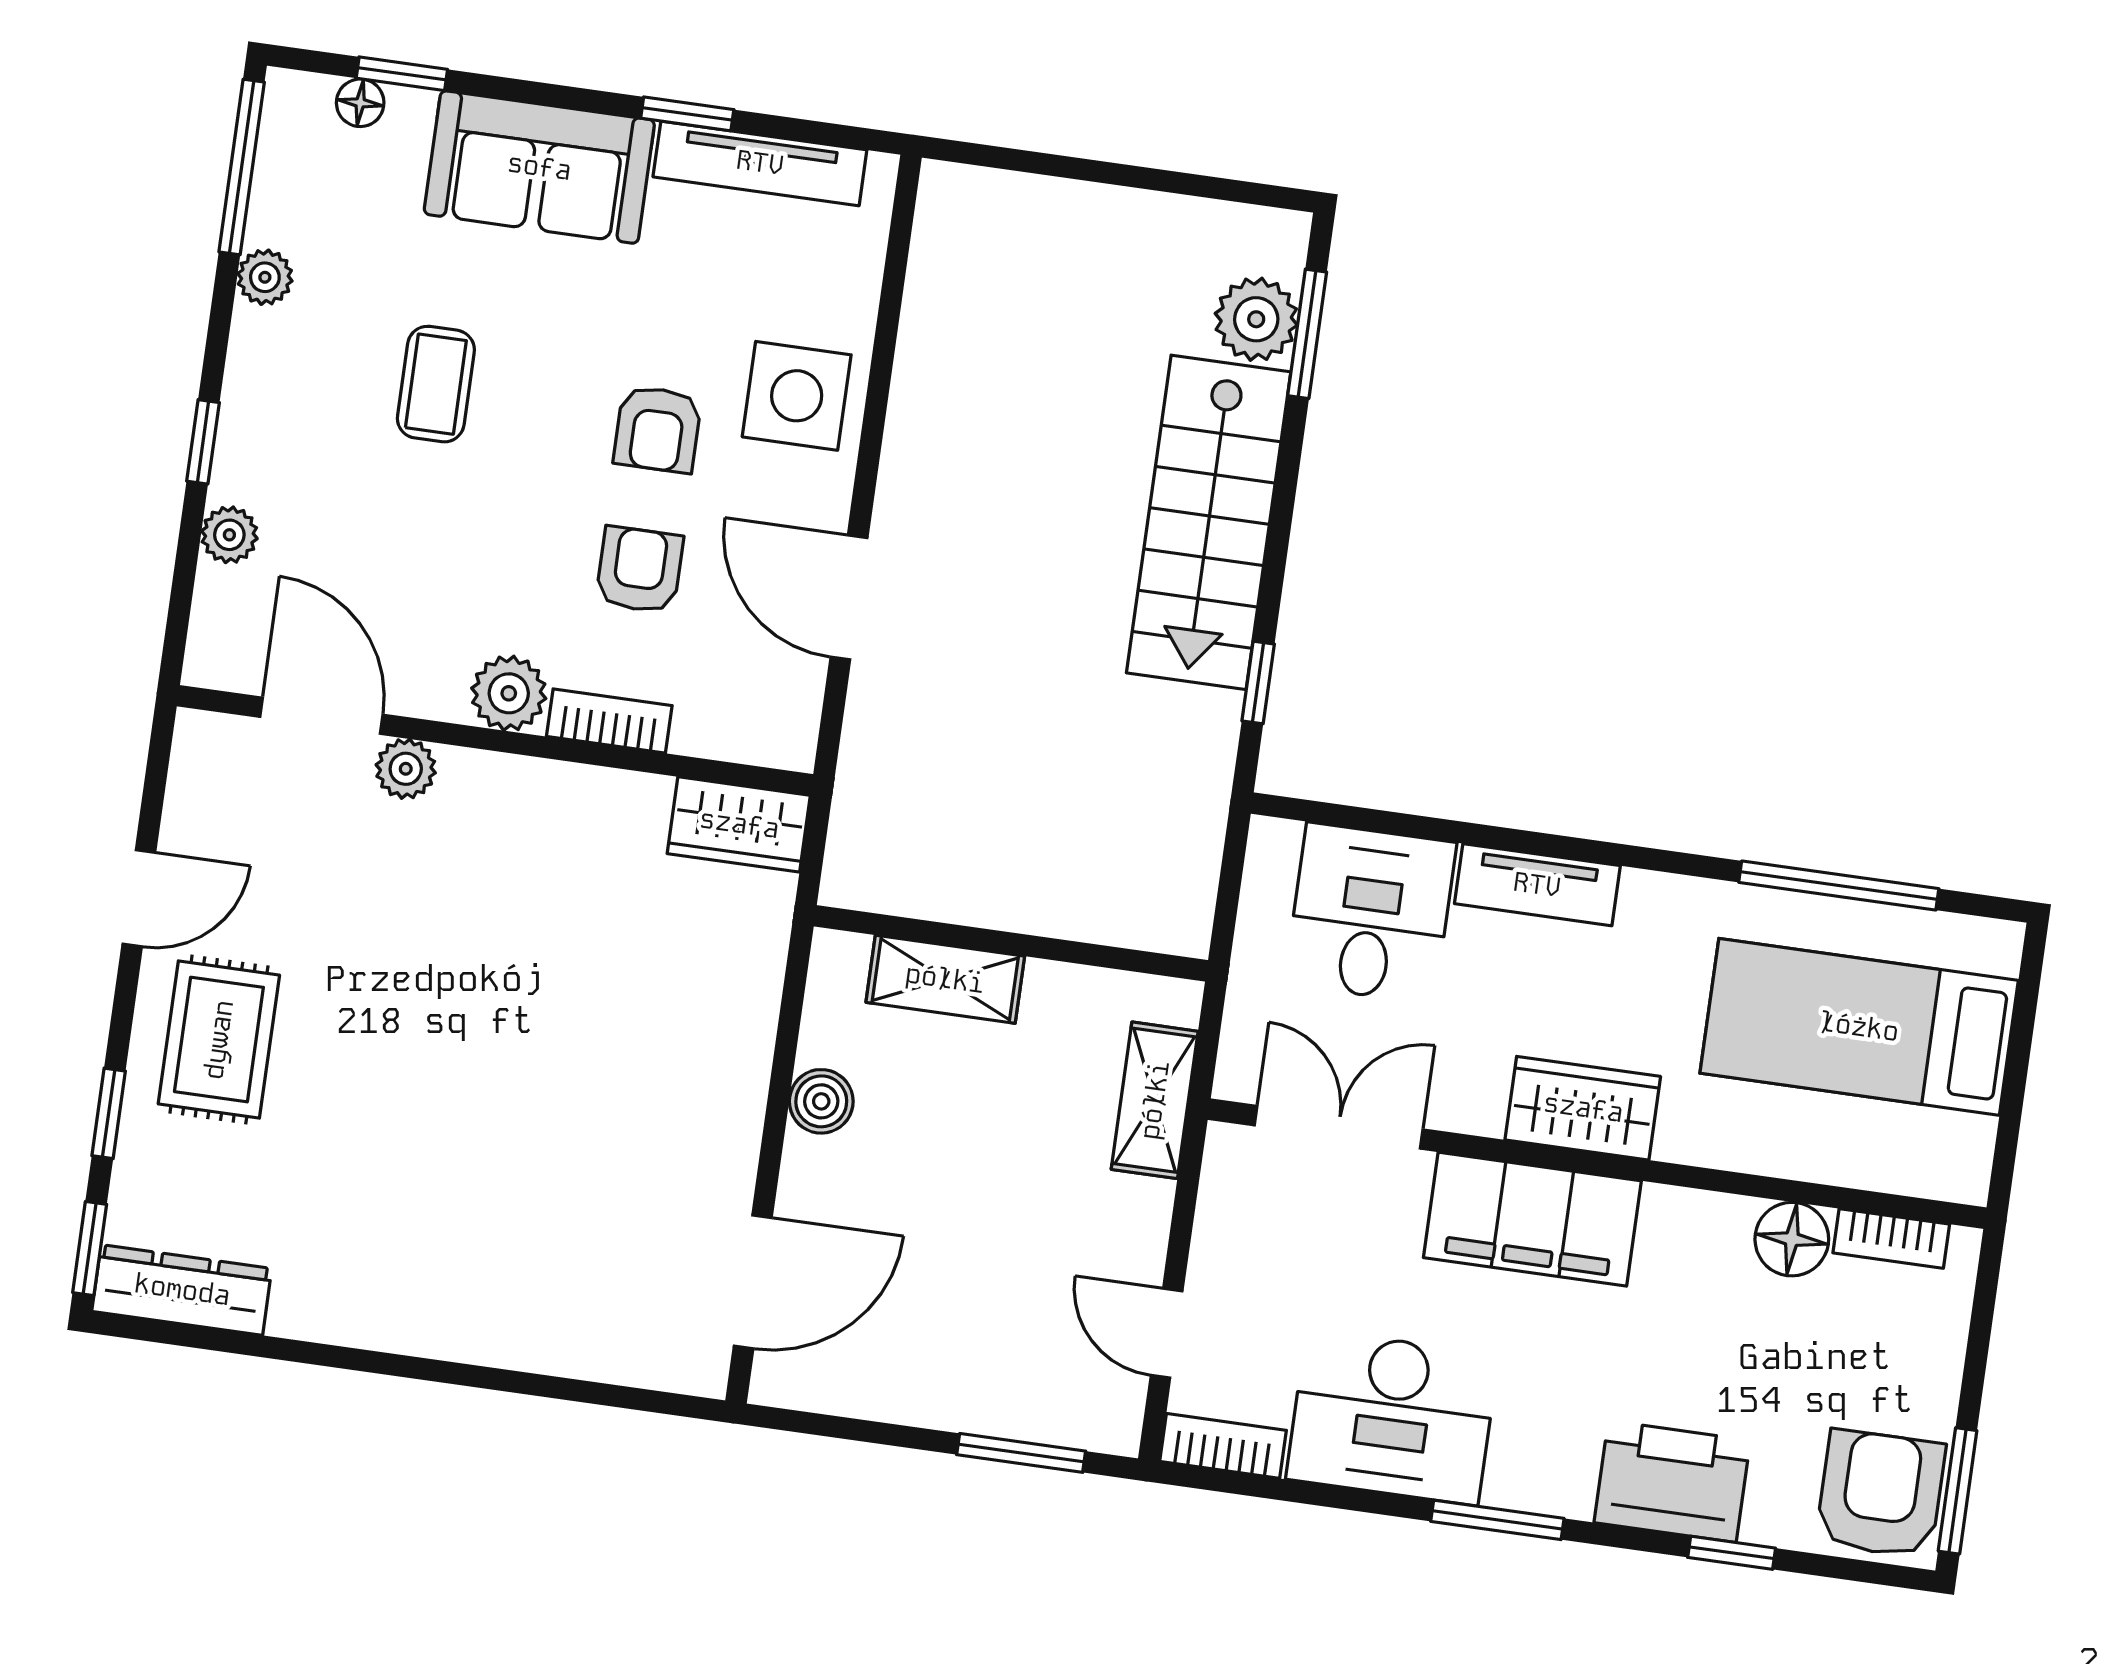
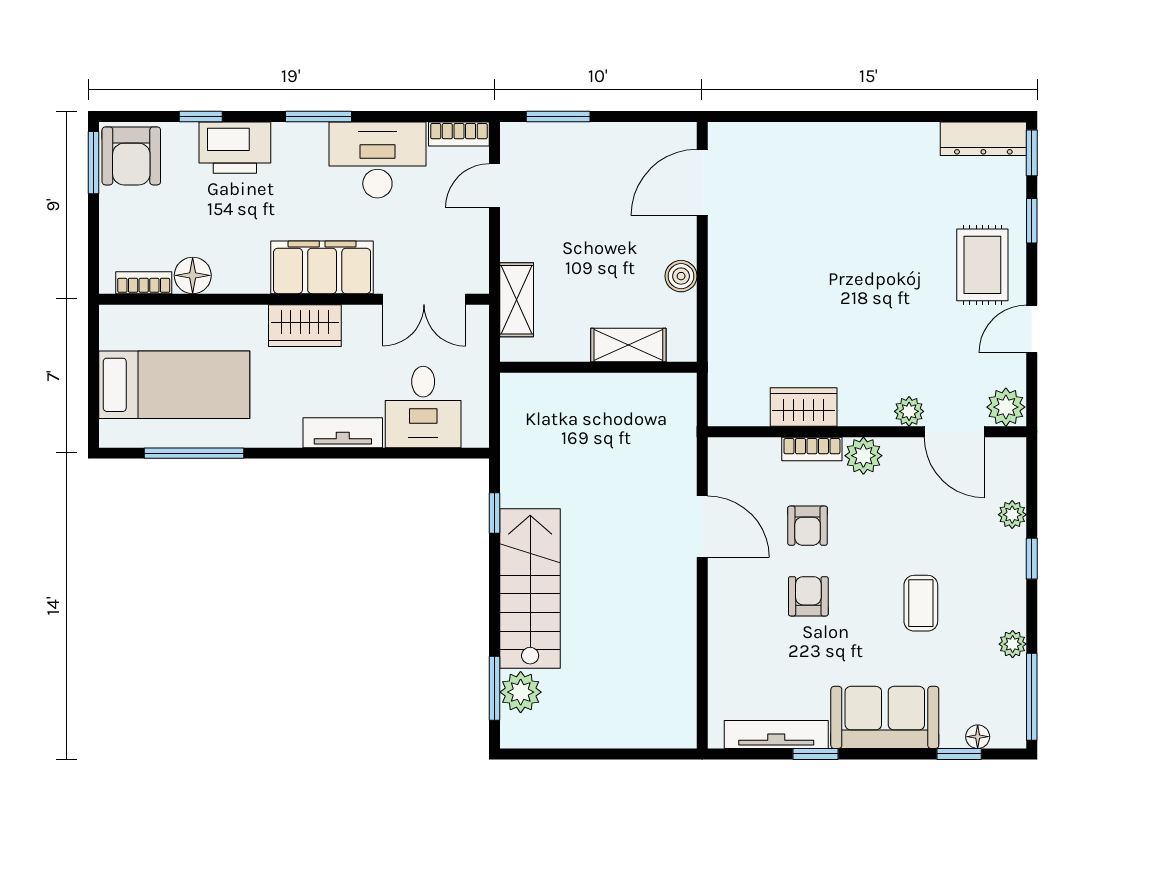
side table: (797, 396) -> (742, 622), removed
plant: (212, 750) -> (1006, 407), added
wardrobe: (739, 824) -> (804, 407), moved
door: (1167, 1333) -> (495, 186), swing flipped

